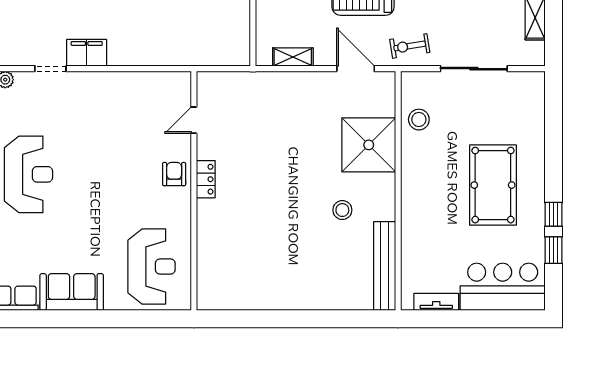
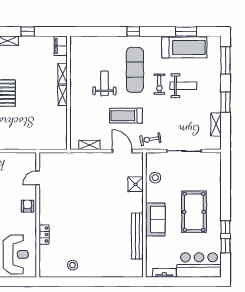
shower: (369, 145) -> (136, 184), width x0.54, depth x0.54
locker: (206, 179) -> (44, 235), moved
sofa: (419, 200) -> (155, 219), added
stool: (342, 210) -> (73, 265), moved
bench: (385, 266) -> (137, 236), moved

